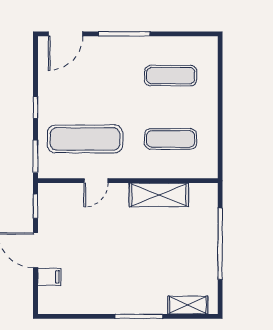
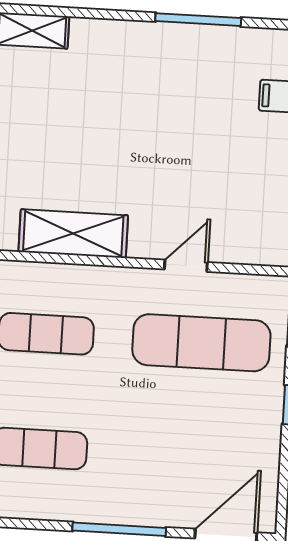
window: (139, 316) -> (198, 20), moved

